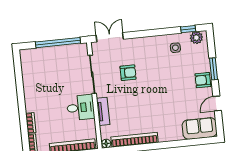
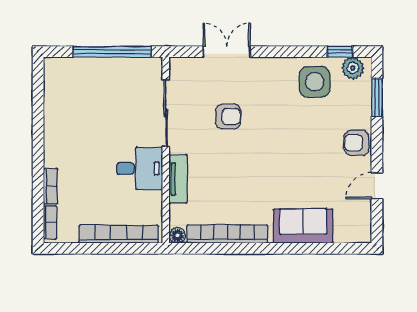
double door: (110, 37) -> (227, 52), moved
side table: (175, 48) -> (315, 82), width x1.87, depth x1.87
window: (214, 69) -> (377, 97), moved
sofa: (200, 128) -> (303, 226), moved

